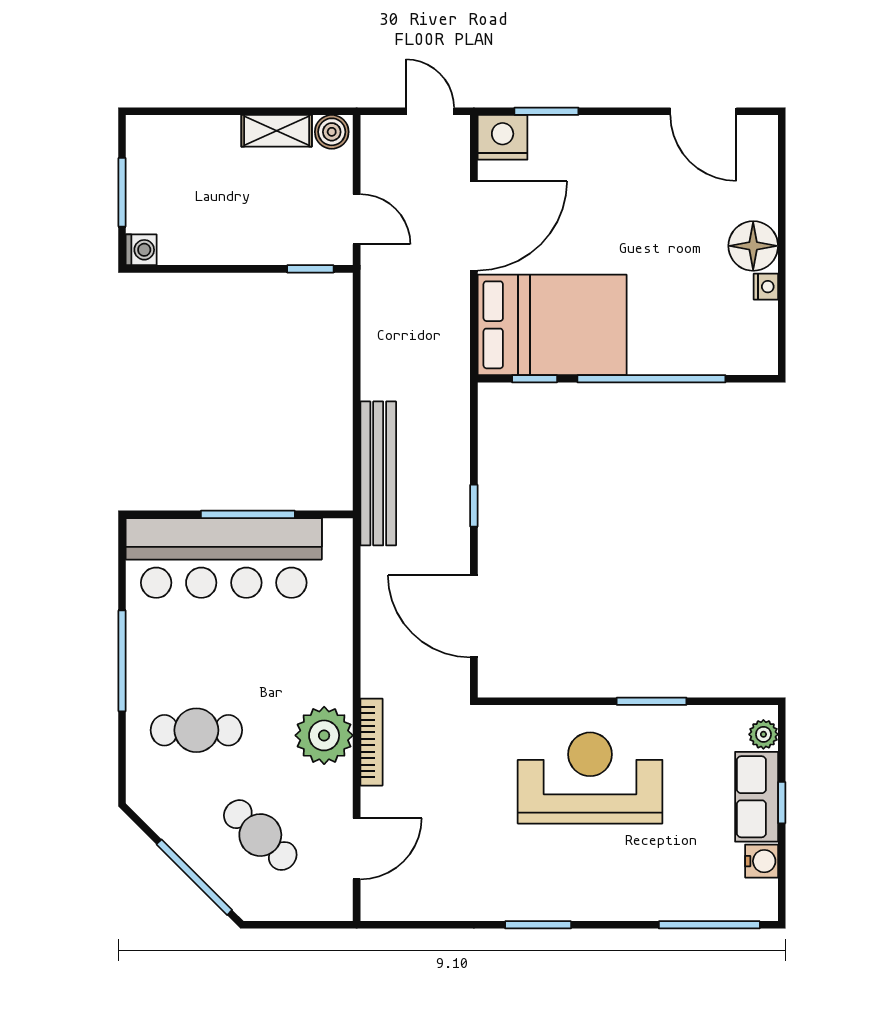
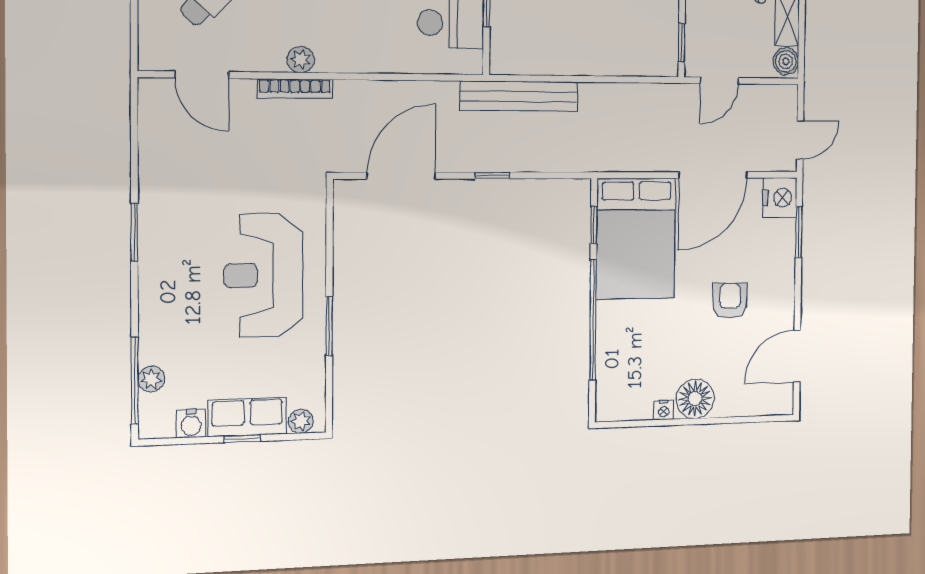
armchair: (631, 202) -> (730, 301), added
door: (474, 226) -> (713, 175), hinge flipped
plant: (324, 735) -> (301, 60), width x0.53, depth x0.53
reception desk: (590, 778) -> (264, 275), turned 180
plant: (708, 906) -> (151, 379), added

